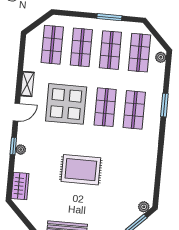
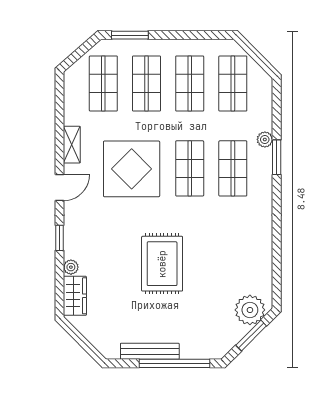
window: (109, 17) -> (130, 35), moved
plant: (161, 57) -> (265, 139), moved
plant: (21, 150) -> (71, 267), moved
rug: (81, 170) -> (162, 264), turned 90
plant: (144, 207) -> (250, 310), width x1.88, depth x1.88

